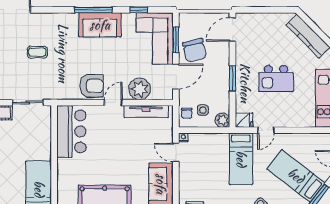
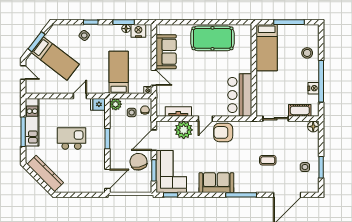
window: (93, 10) -> (241, 195), moved
window: (139, 10) -> (171, 195), moved
tv unit: (146, 111) -> (178, 111), width x0.71
bed: (241, 159) -> (119, 72), moved

